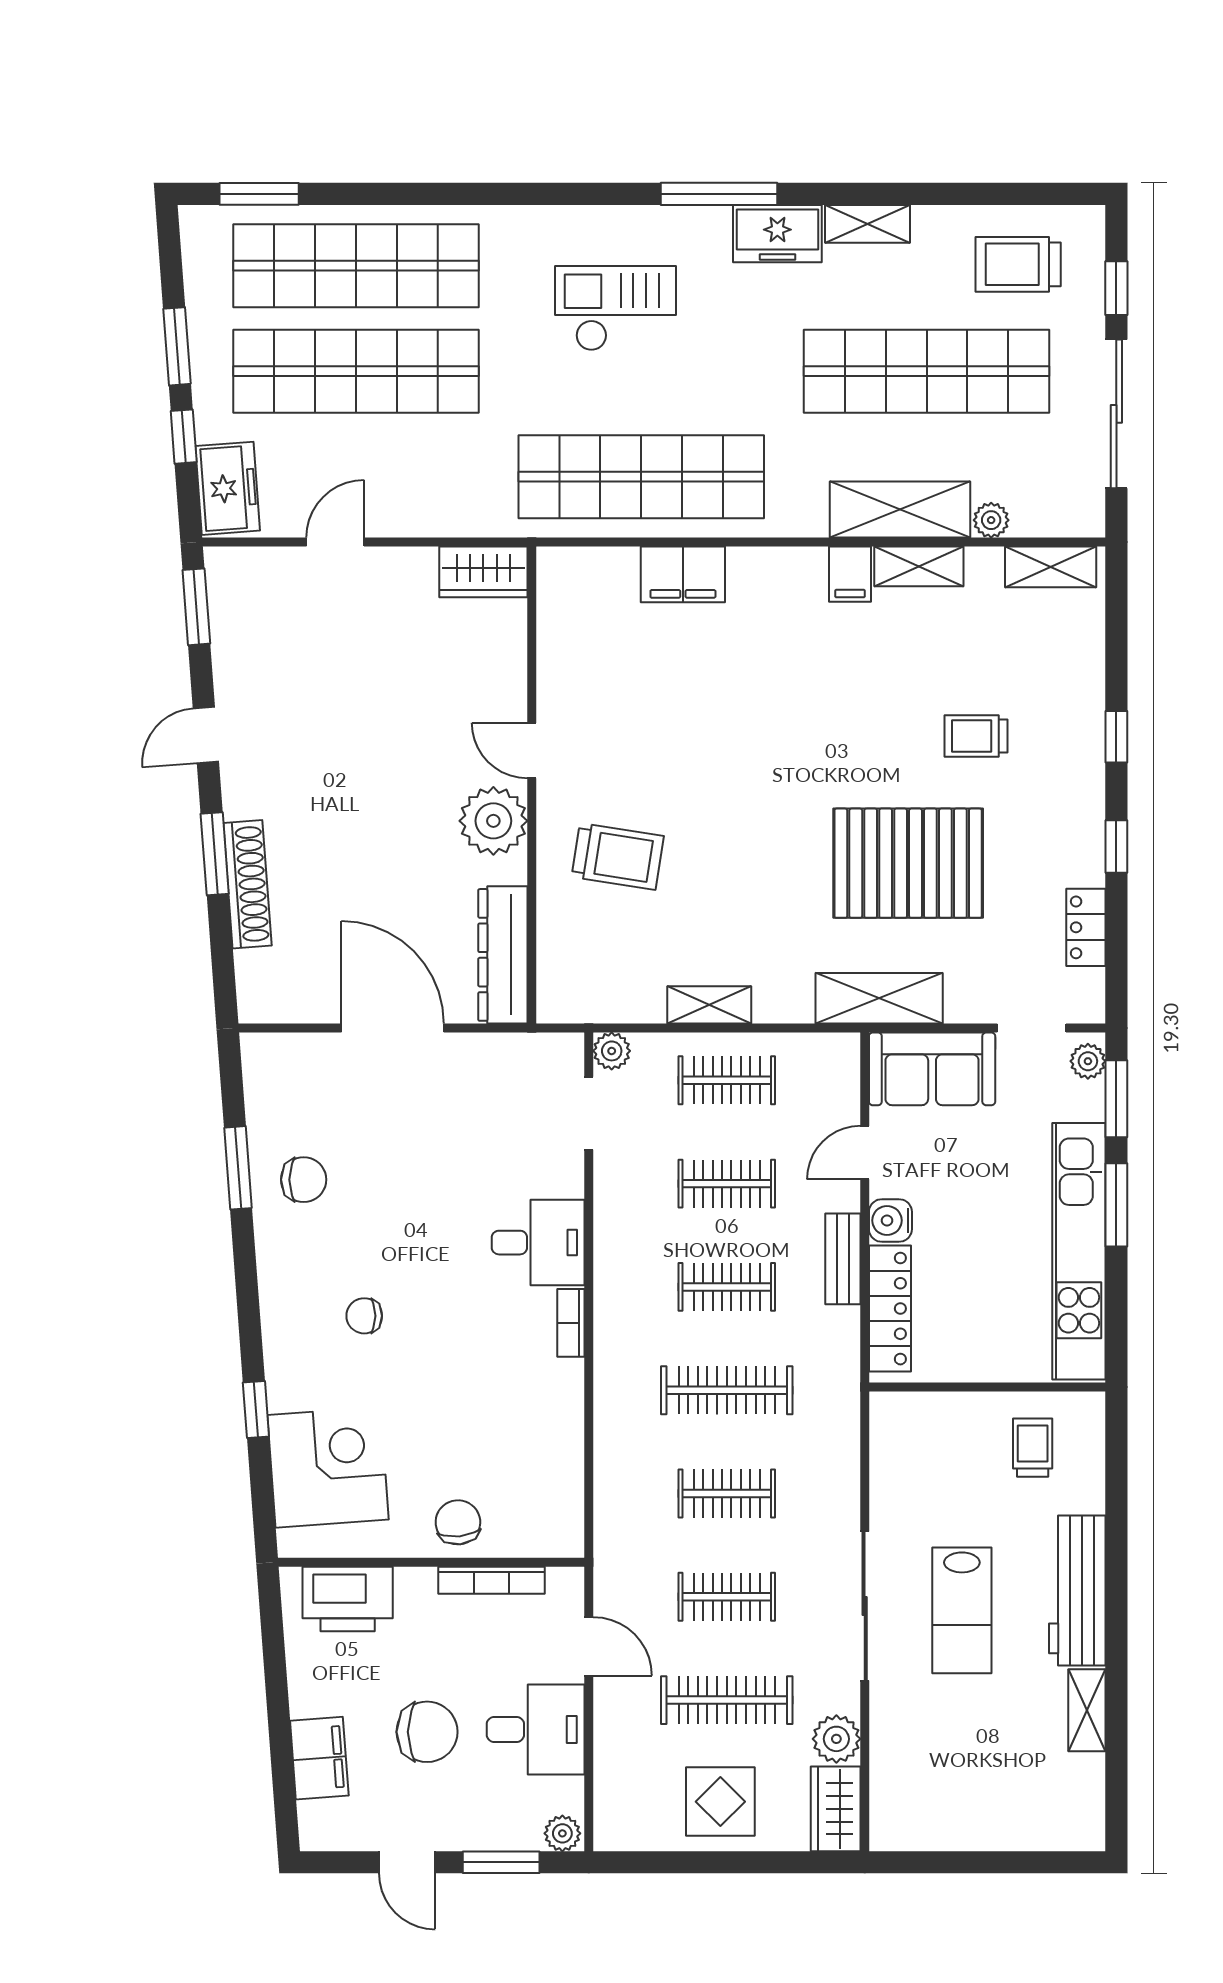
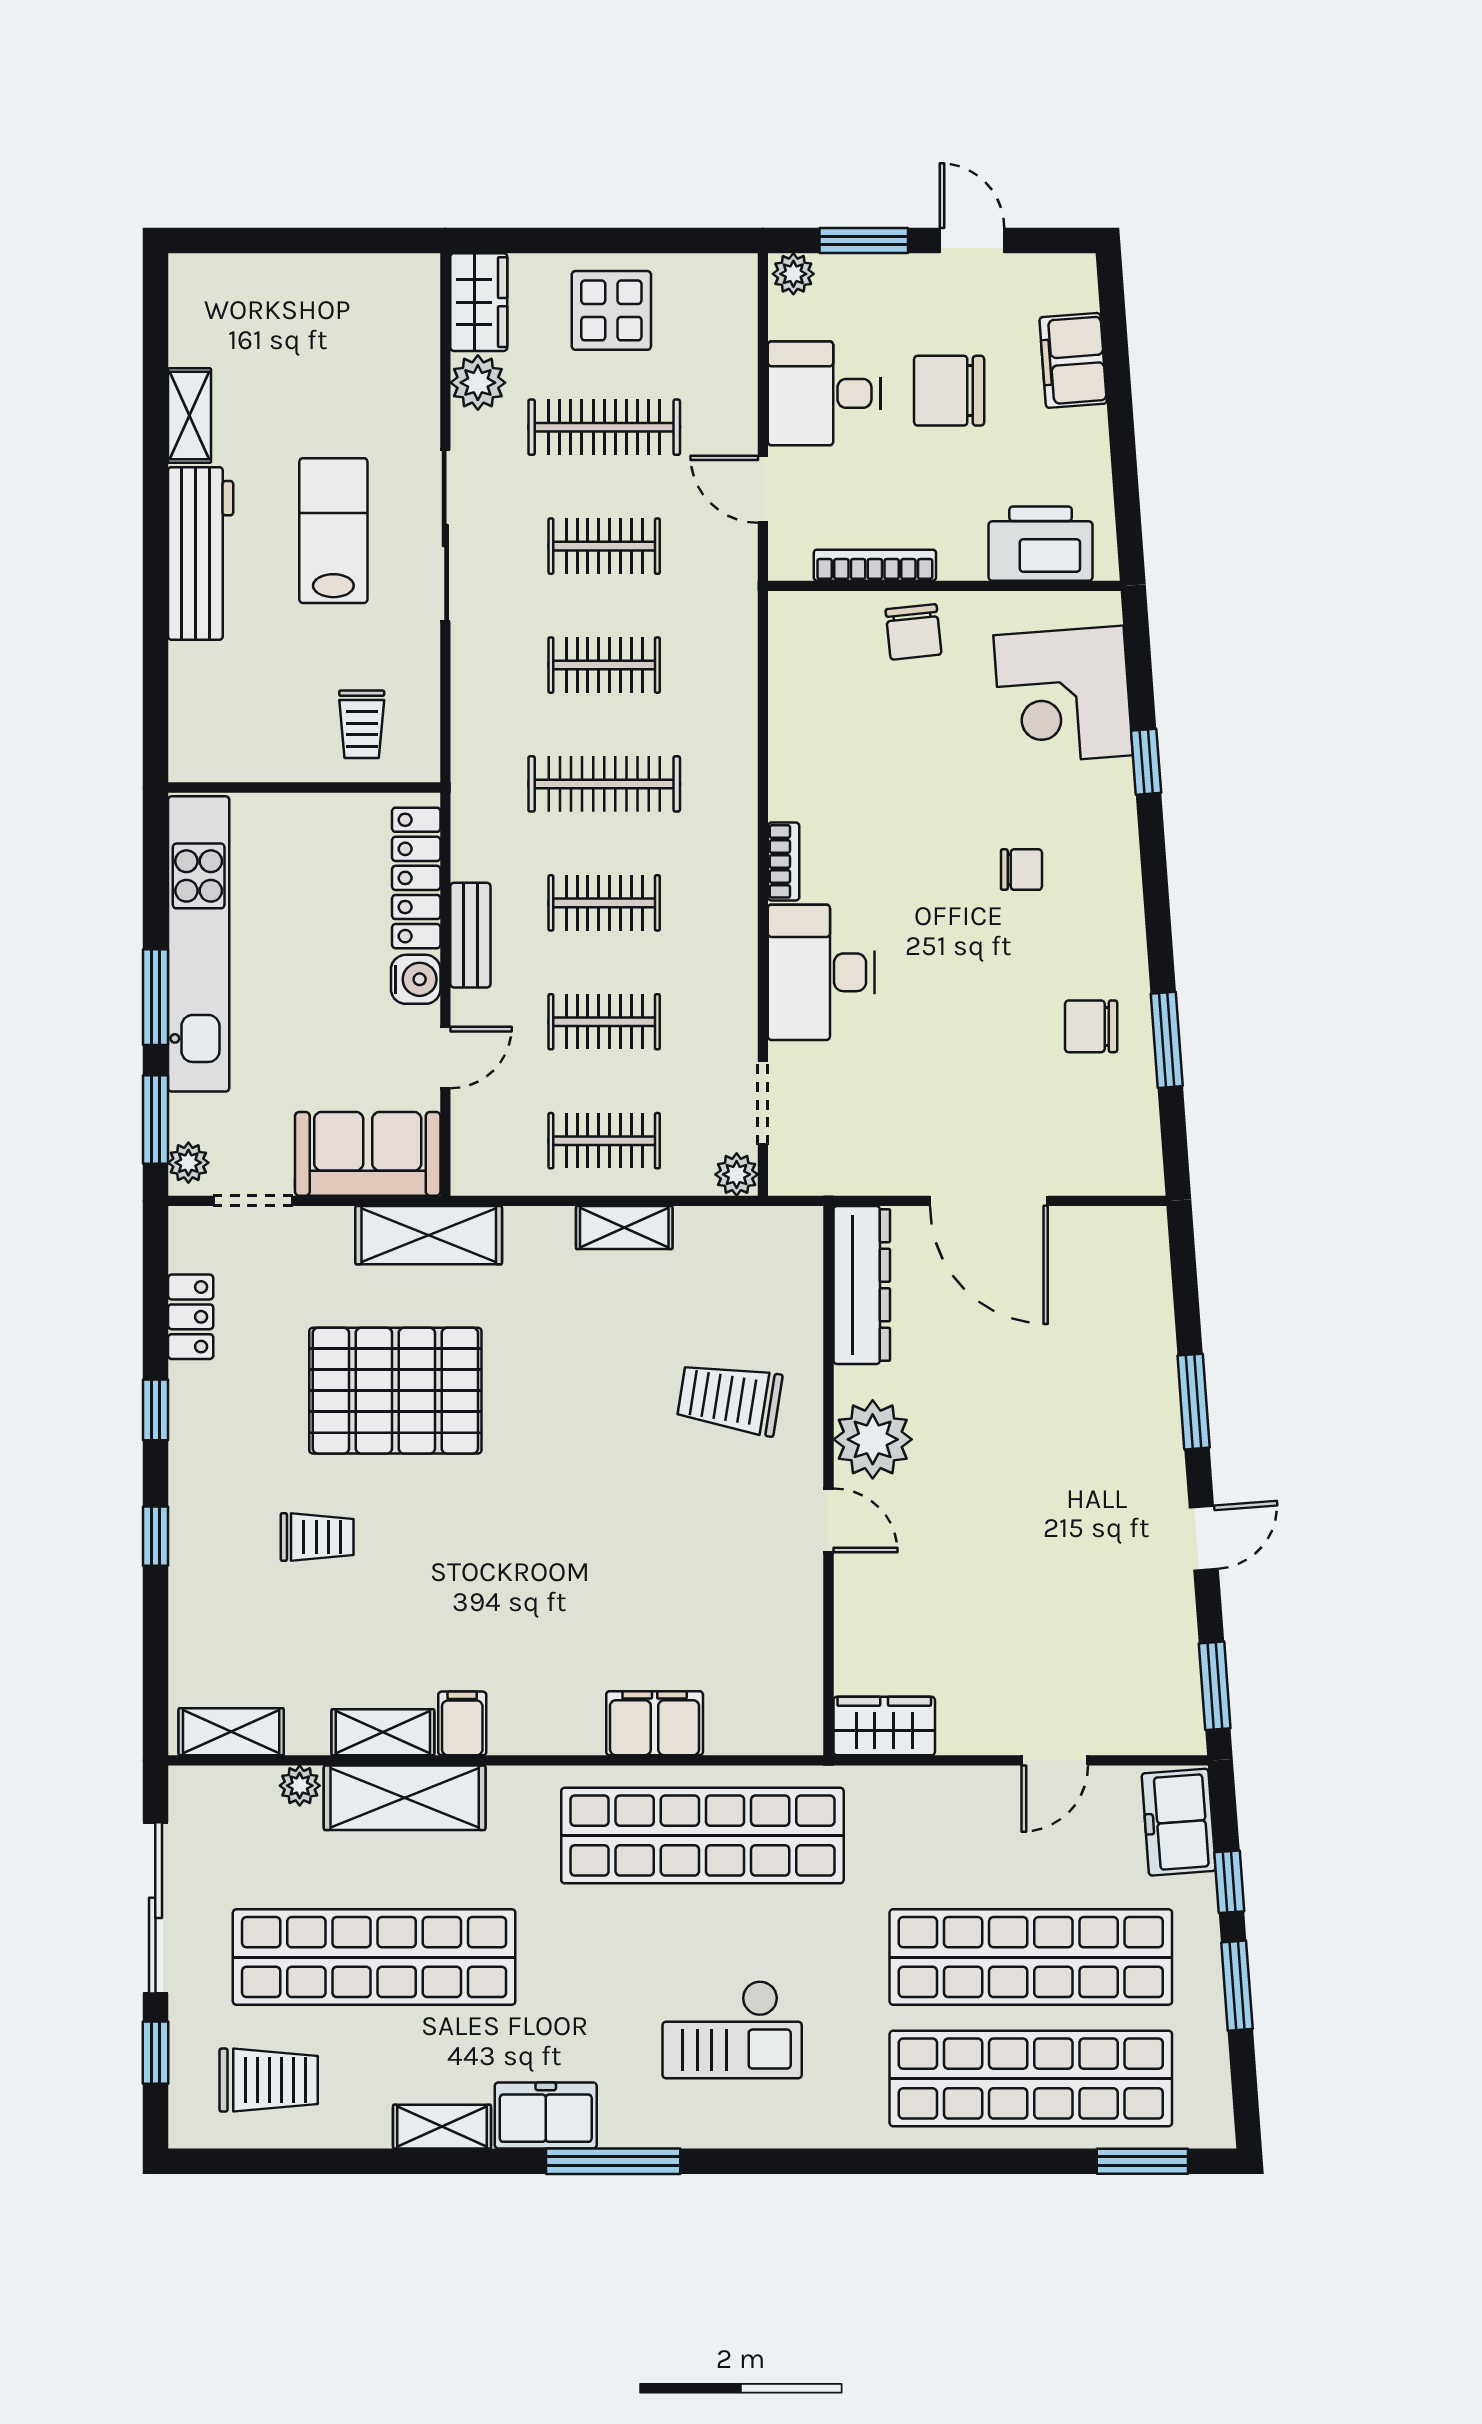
shoe rack: (247, 884) -> (1156, 1366), removed
desk: (538, 1243) -> (821, 972), width x1.37
trolley: (1033, 1448) -> (362, 724), moved

